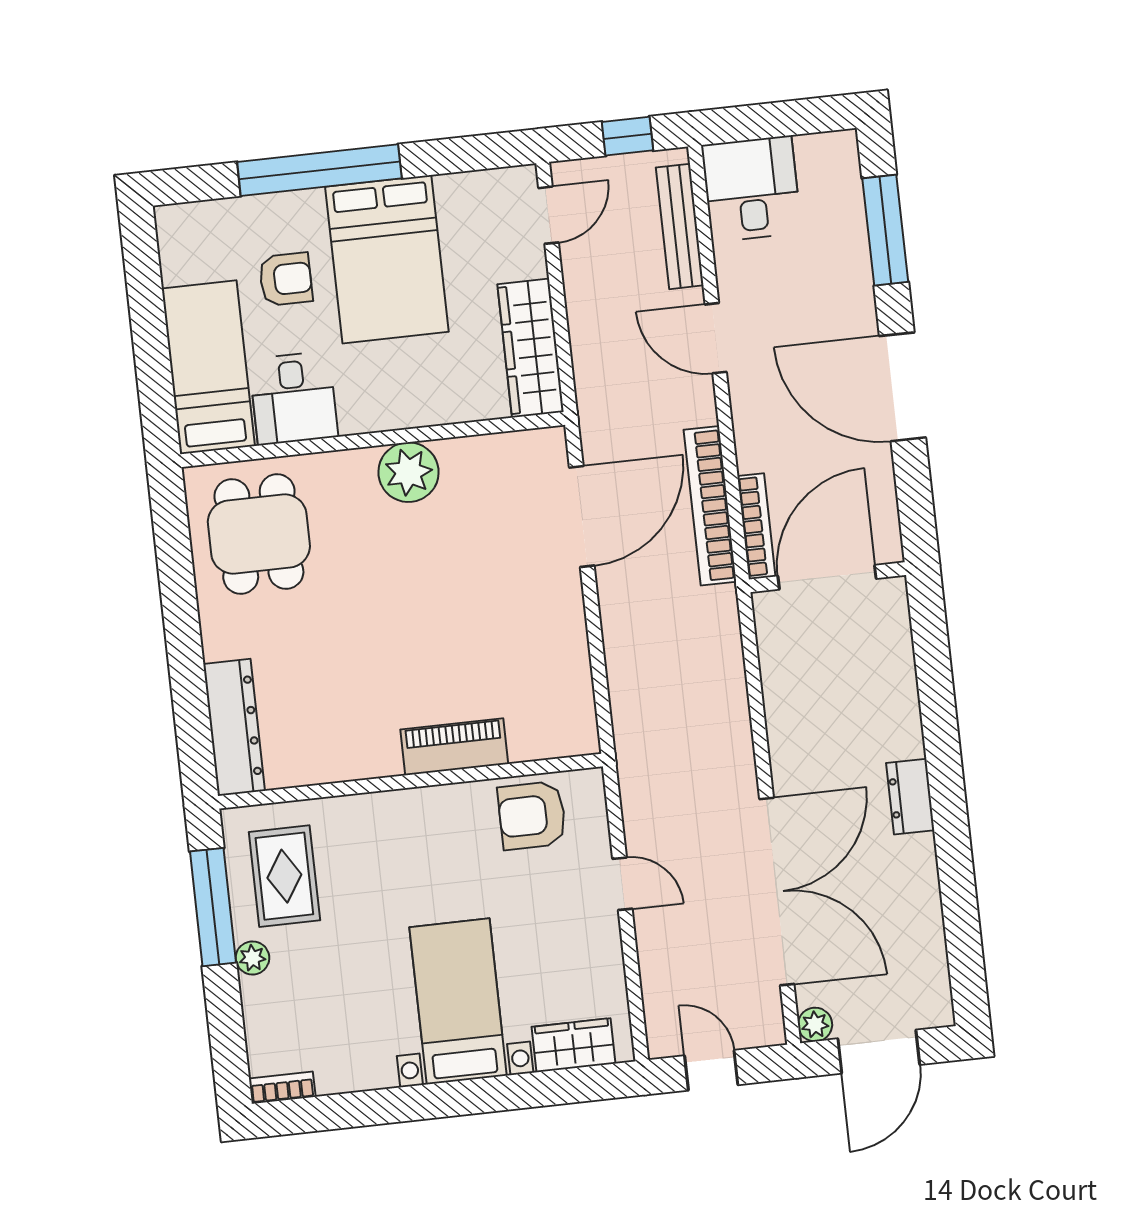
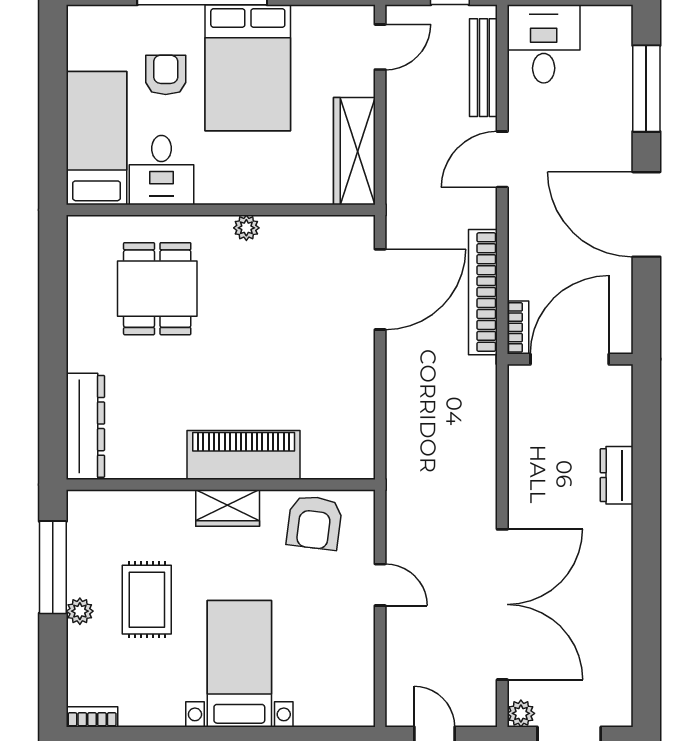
armchair: (286, 279) -> (166, 75), turned -90
door: (716, 338) -> (502, 159), hinge flipped
plant: (408, 472) -> (246, 228), width x0.53, depth x0.53
bookcase: (756, 526) -> (518, 327), width x0.64
dining table: (259, 534) -> (157, 289), moved
piano: (454, 747) -> (244, 455), width x1.37, depth x1.33
dresser: (910, 797) -> (617, 475), moved
armchair: (532, 815) -> (314, 523), turned -83
rug: (284, 876) -> (147, 600), moved
wardrobe: (574, 1045) -> (228, 508), moved, turned 180

